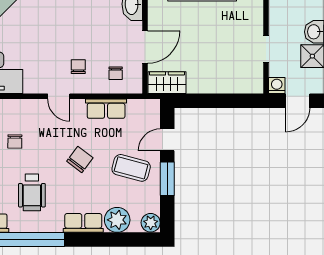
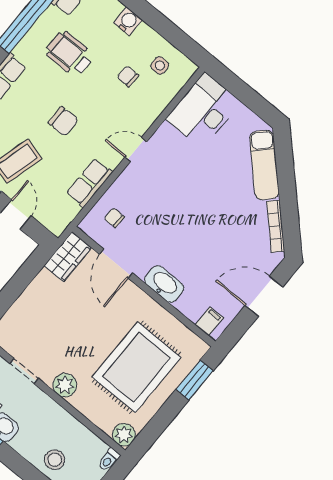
plant: (253, 14) -> (65, 385), added
chair: (78, 67) -> (148, 189), removed
chair: (80, 160) -> (63, 121), turned -37

